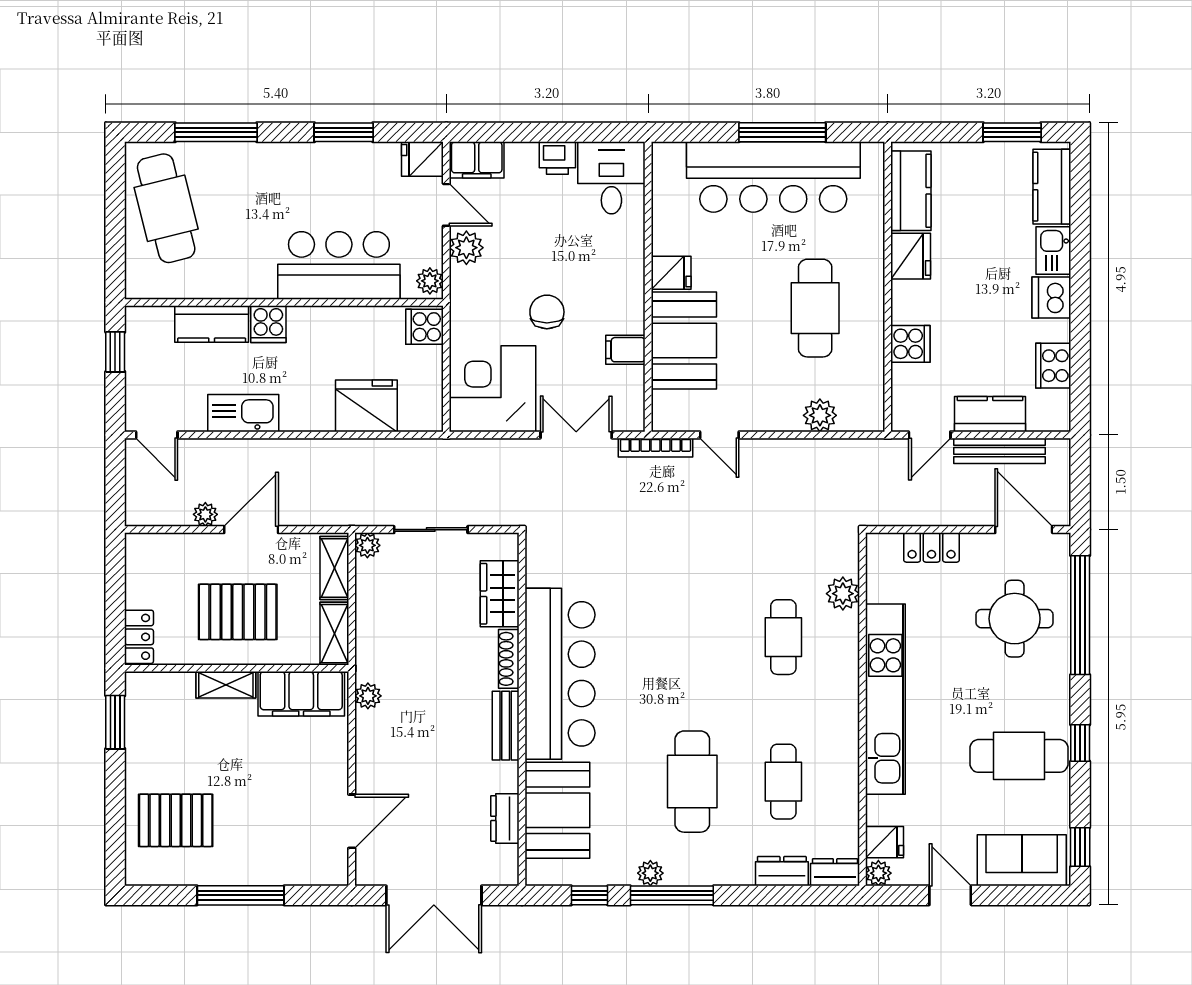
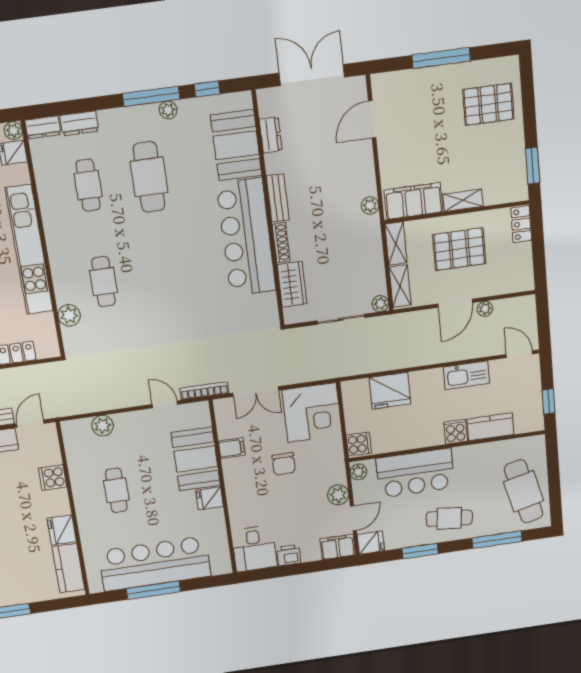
cafe table: (291, 181) -> (449, 518), added
door: (446, 205) -> (353, 518), swing flipped
cafe table: (815, 308) -> (116, 490), width x0.73, depth x0.74

